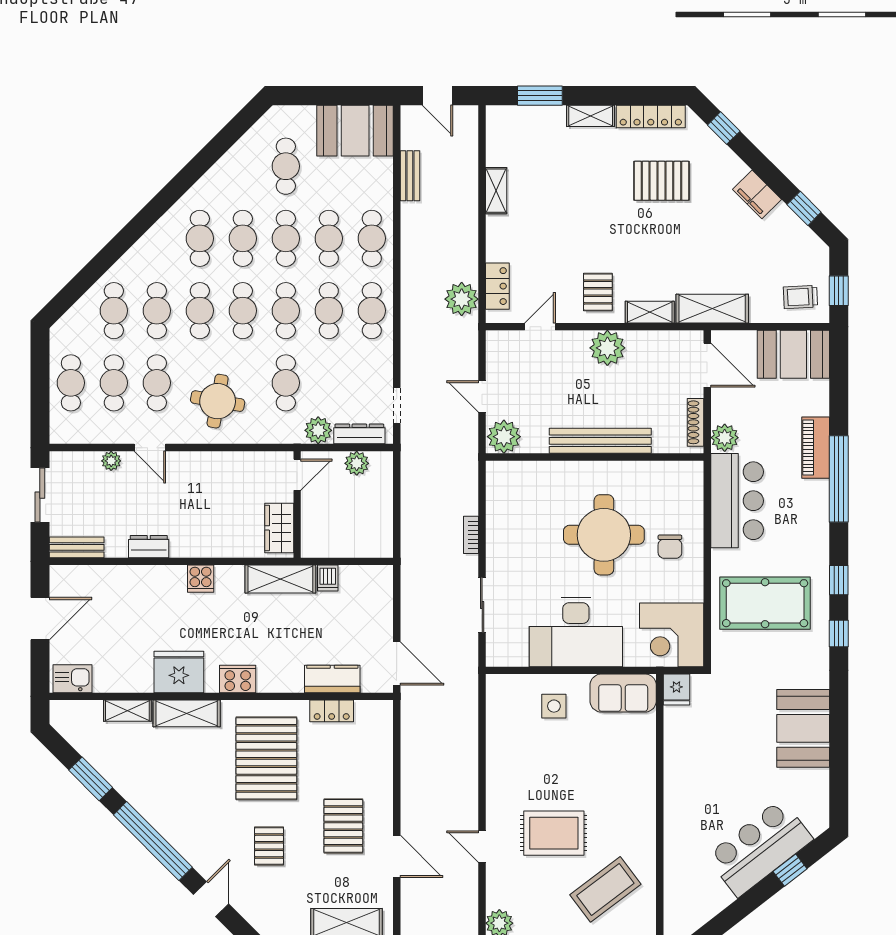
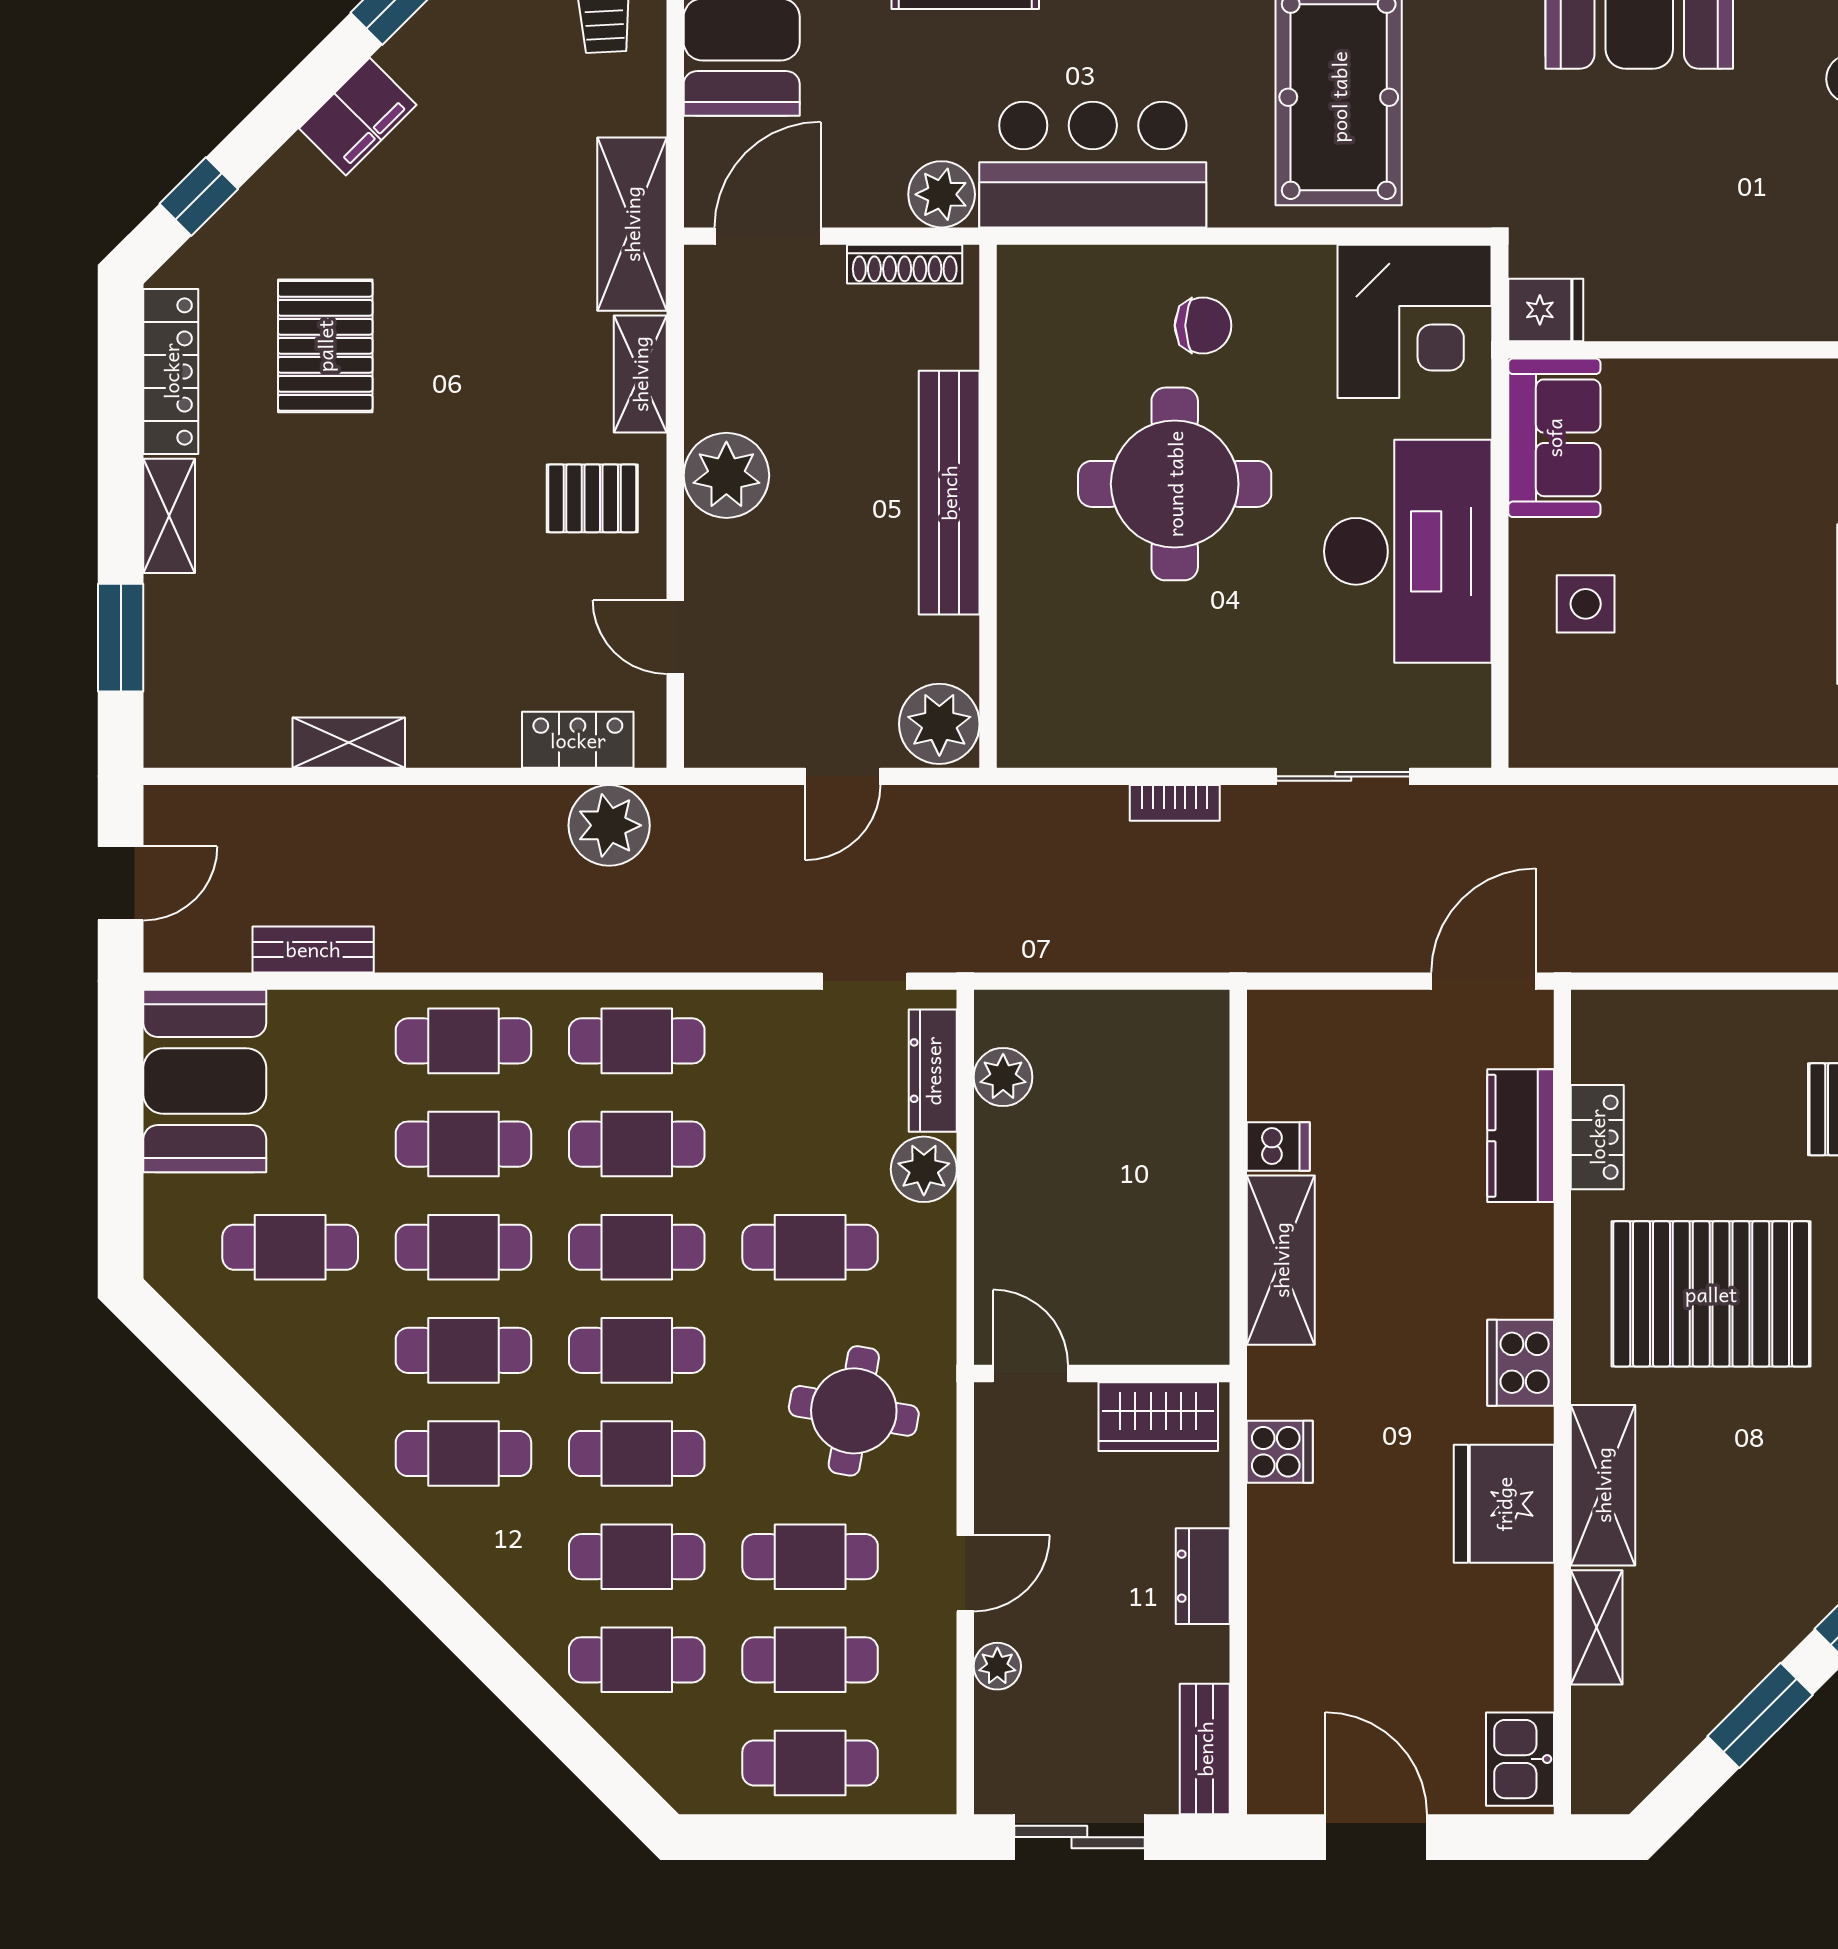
door: (297, 475) -> (1030, 1374), moved
wall: (297, 504) -> (1102, 1374), moved
wardrobe: (279, 528) -> (1158, 1417), moved

